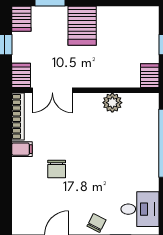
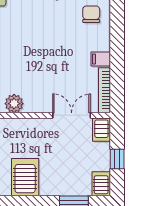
server rack: (82, 26) -> (25, 177), moved
chair: (57, 169) -> (91, 14), moved

